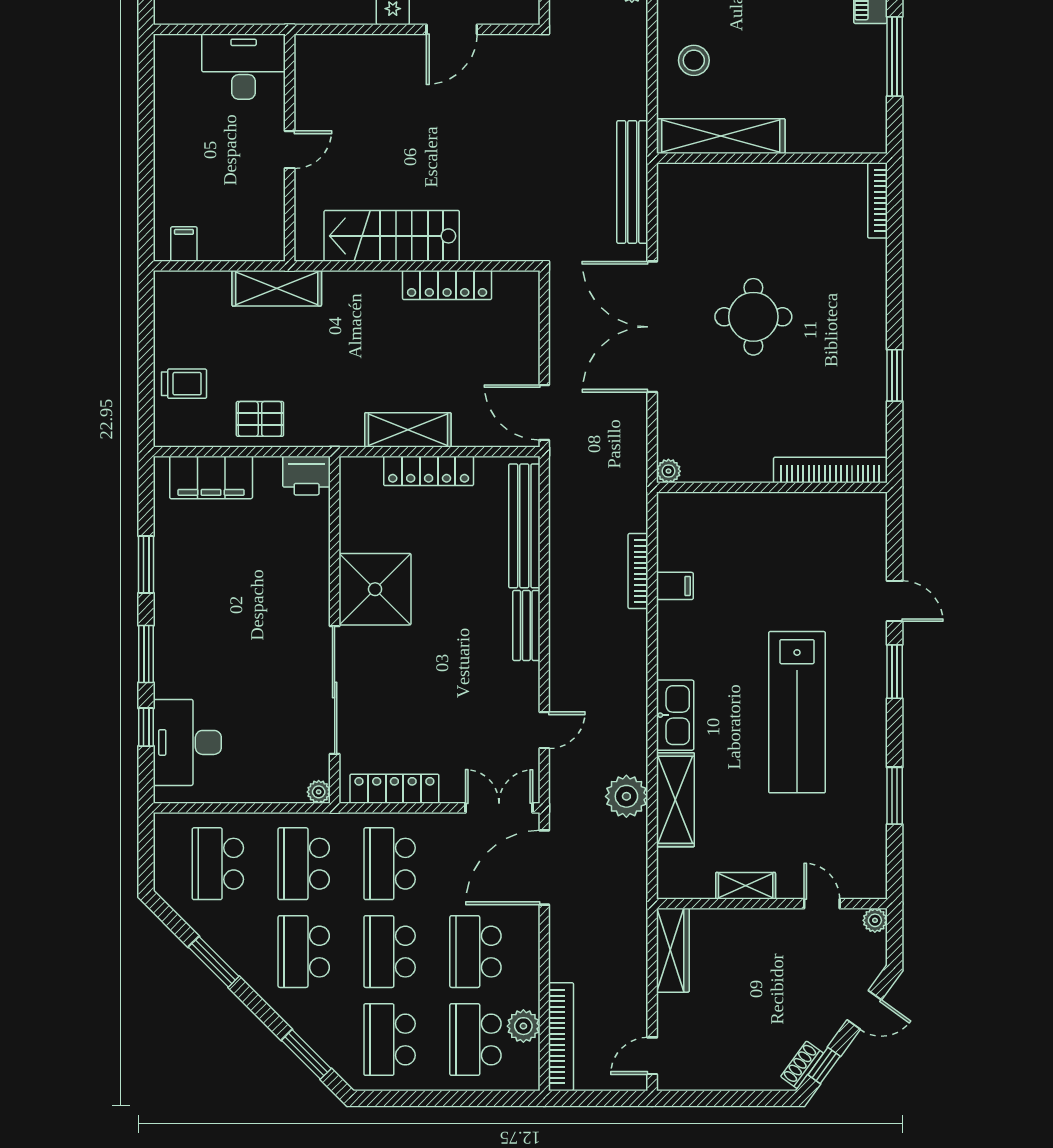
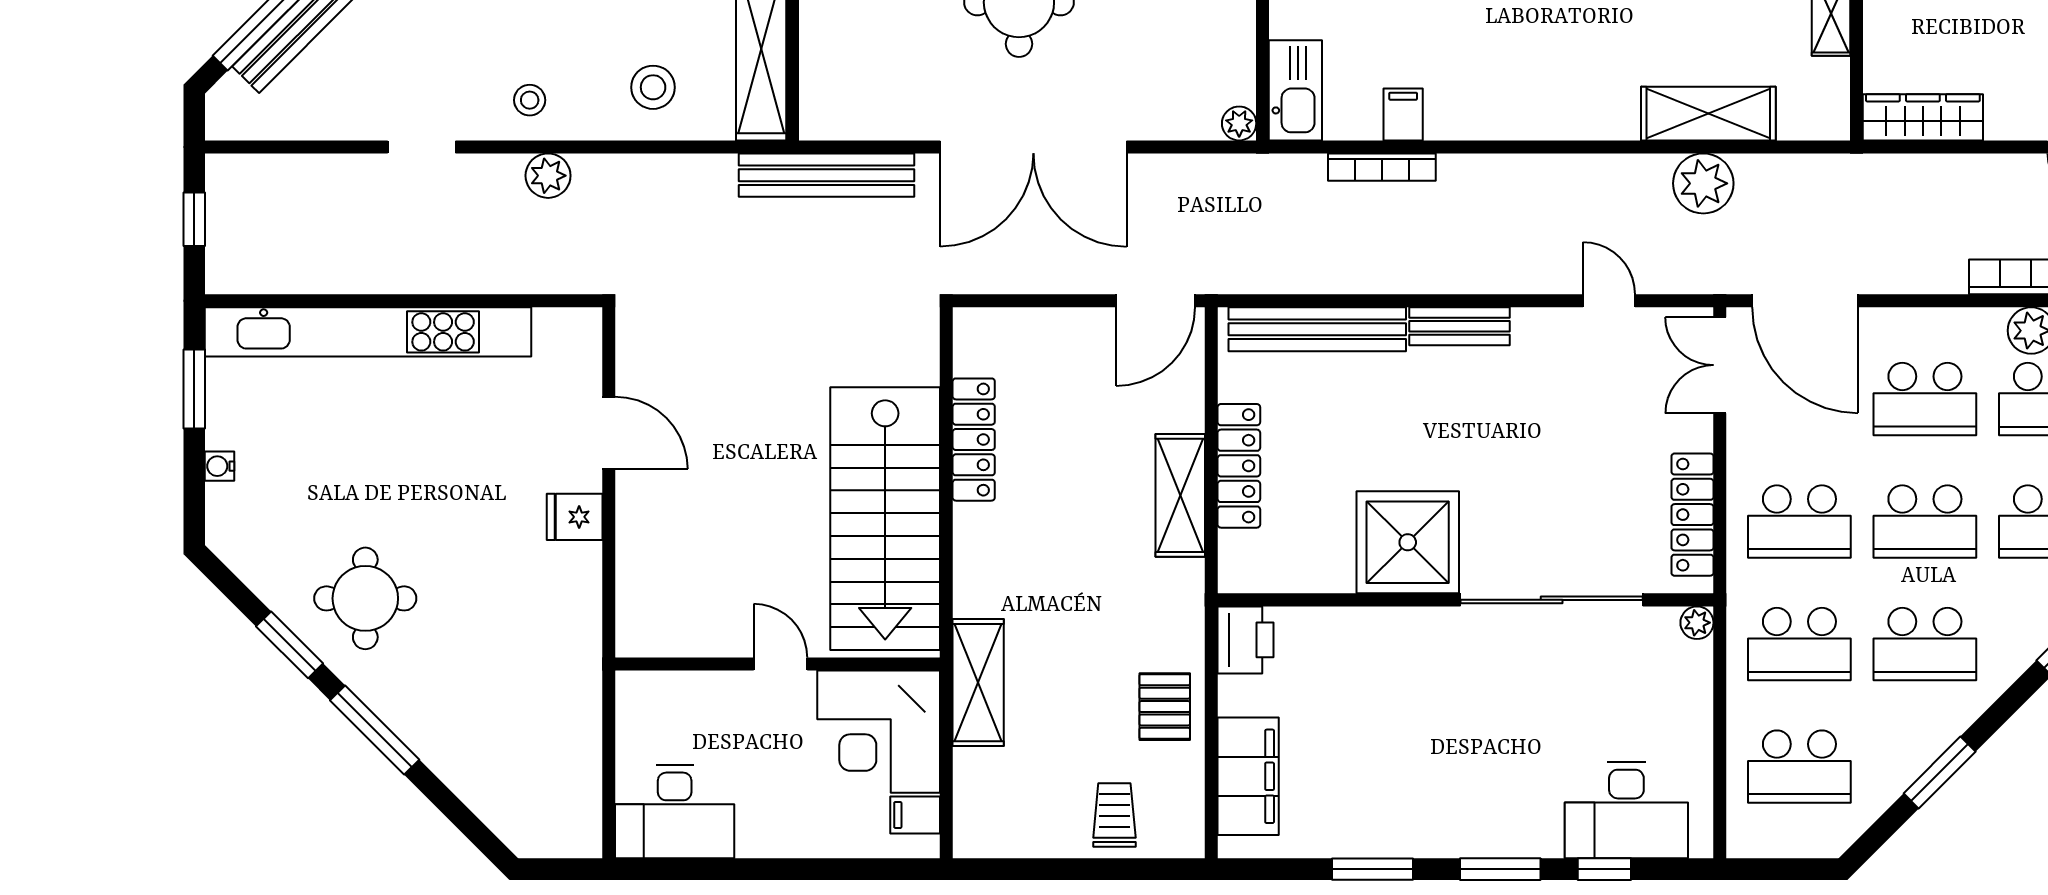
desk: (244, 67) -> (675, 812), moved, turned -90
corner desk: (242, 218) -> (879, 732), added
stairs: (392, 236) -> (885, 519), width x1.36, depth x1.51
kitchen sink: (675, 715) -> (1295, 90), moved, turned 90

